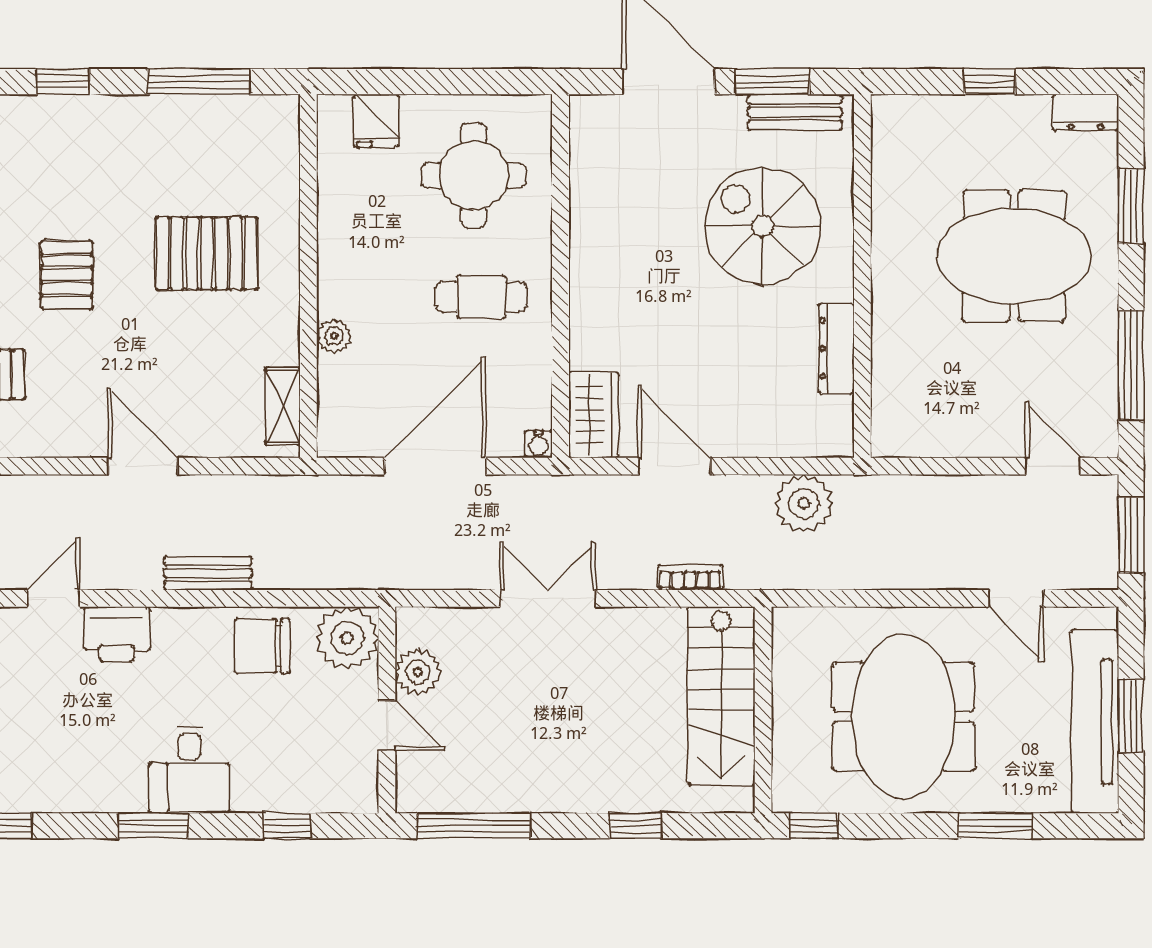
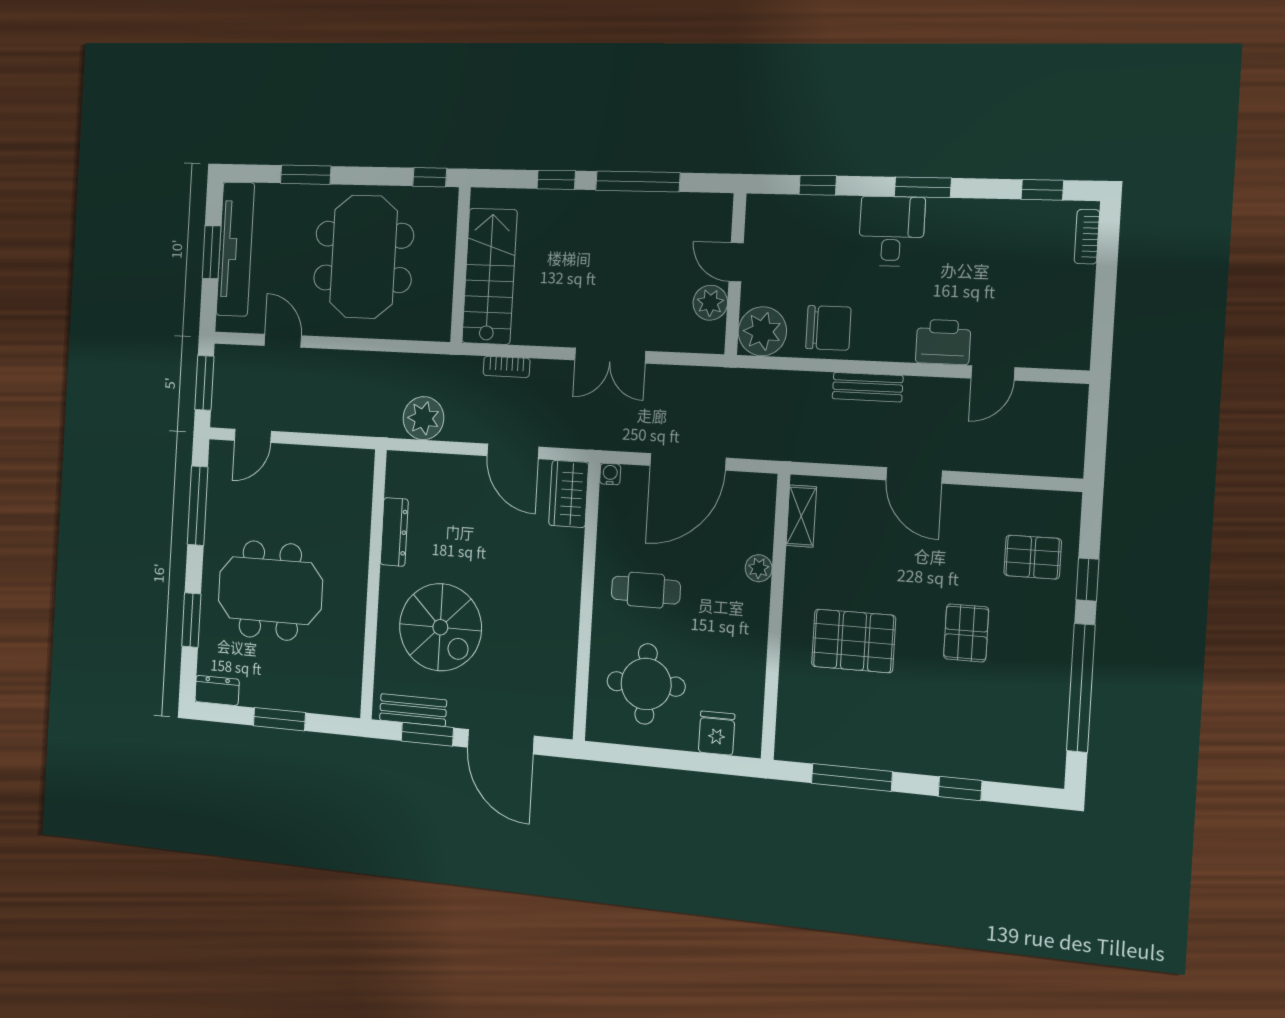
window: (990, 82) -> (279, 719), width x1.50
door: (1053, 466) -> (253, 436), hinge flipped
window: (473, 826) -> (638, 181), moved

